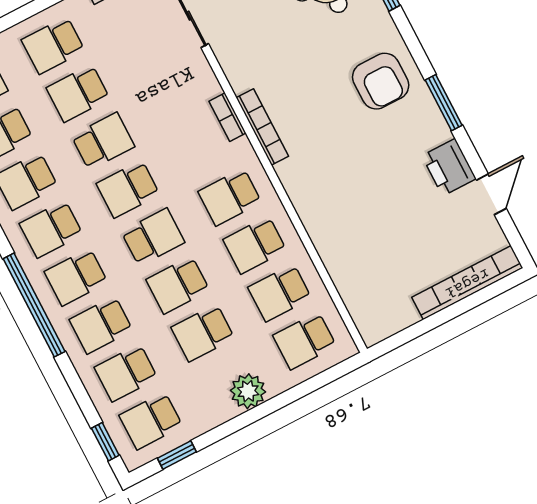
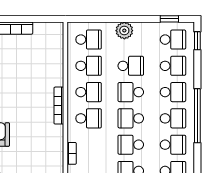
bookcase: (262, 127) -> (59, 106), moved
school desk: (128, 189) -> (131, 145), turned 180
school desk: (178, 285) -> (131, 92), turned 180

